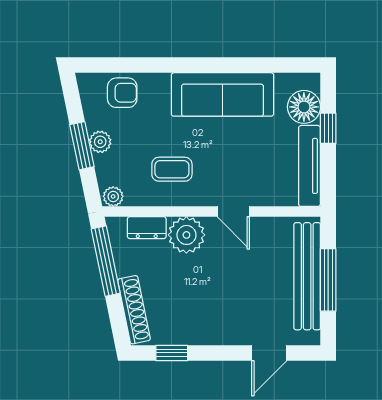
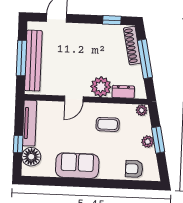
sofa: (222, 94) -> (77, 166), width x0.73
door: (233, 212) -> (74, 99), swing flipped
window: (106, 261) -> (145, 59), moved

